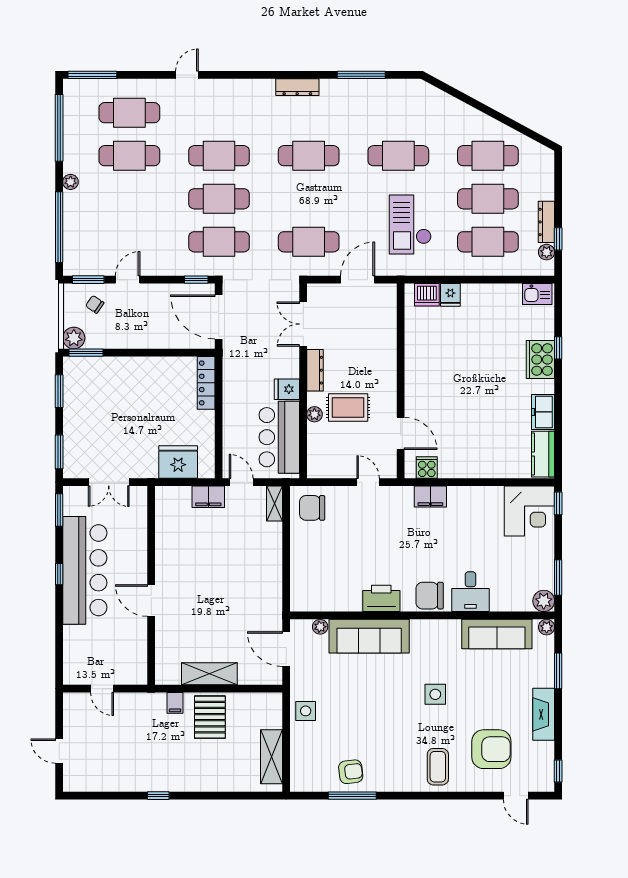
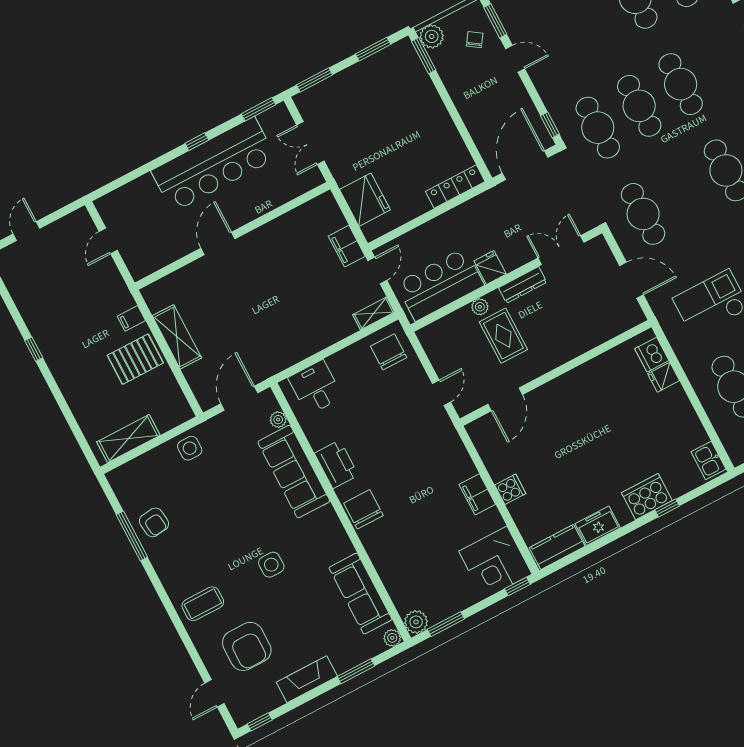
cooker: (427, 468) -> (510, 489), moved
filing cabinet: (430, 497) -> (477, 494), moved
desk: (470, 592) -> (315, 388), moved, turned 90

